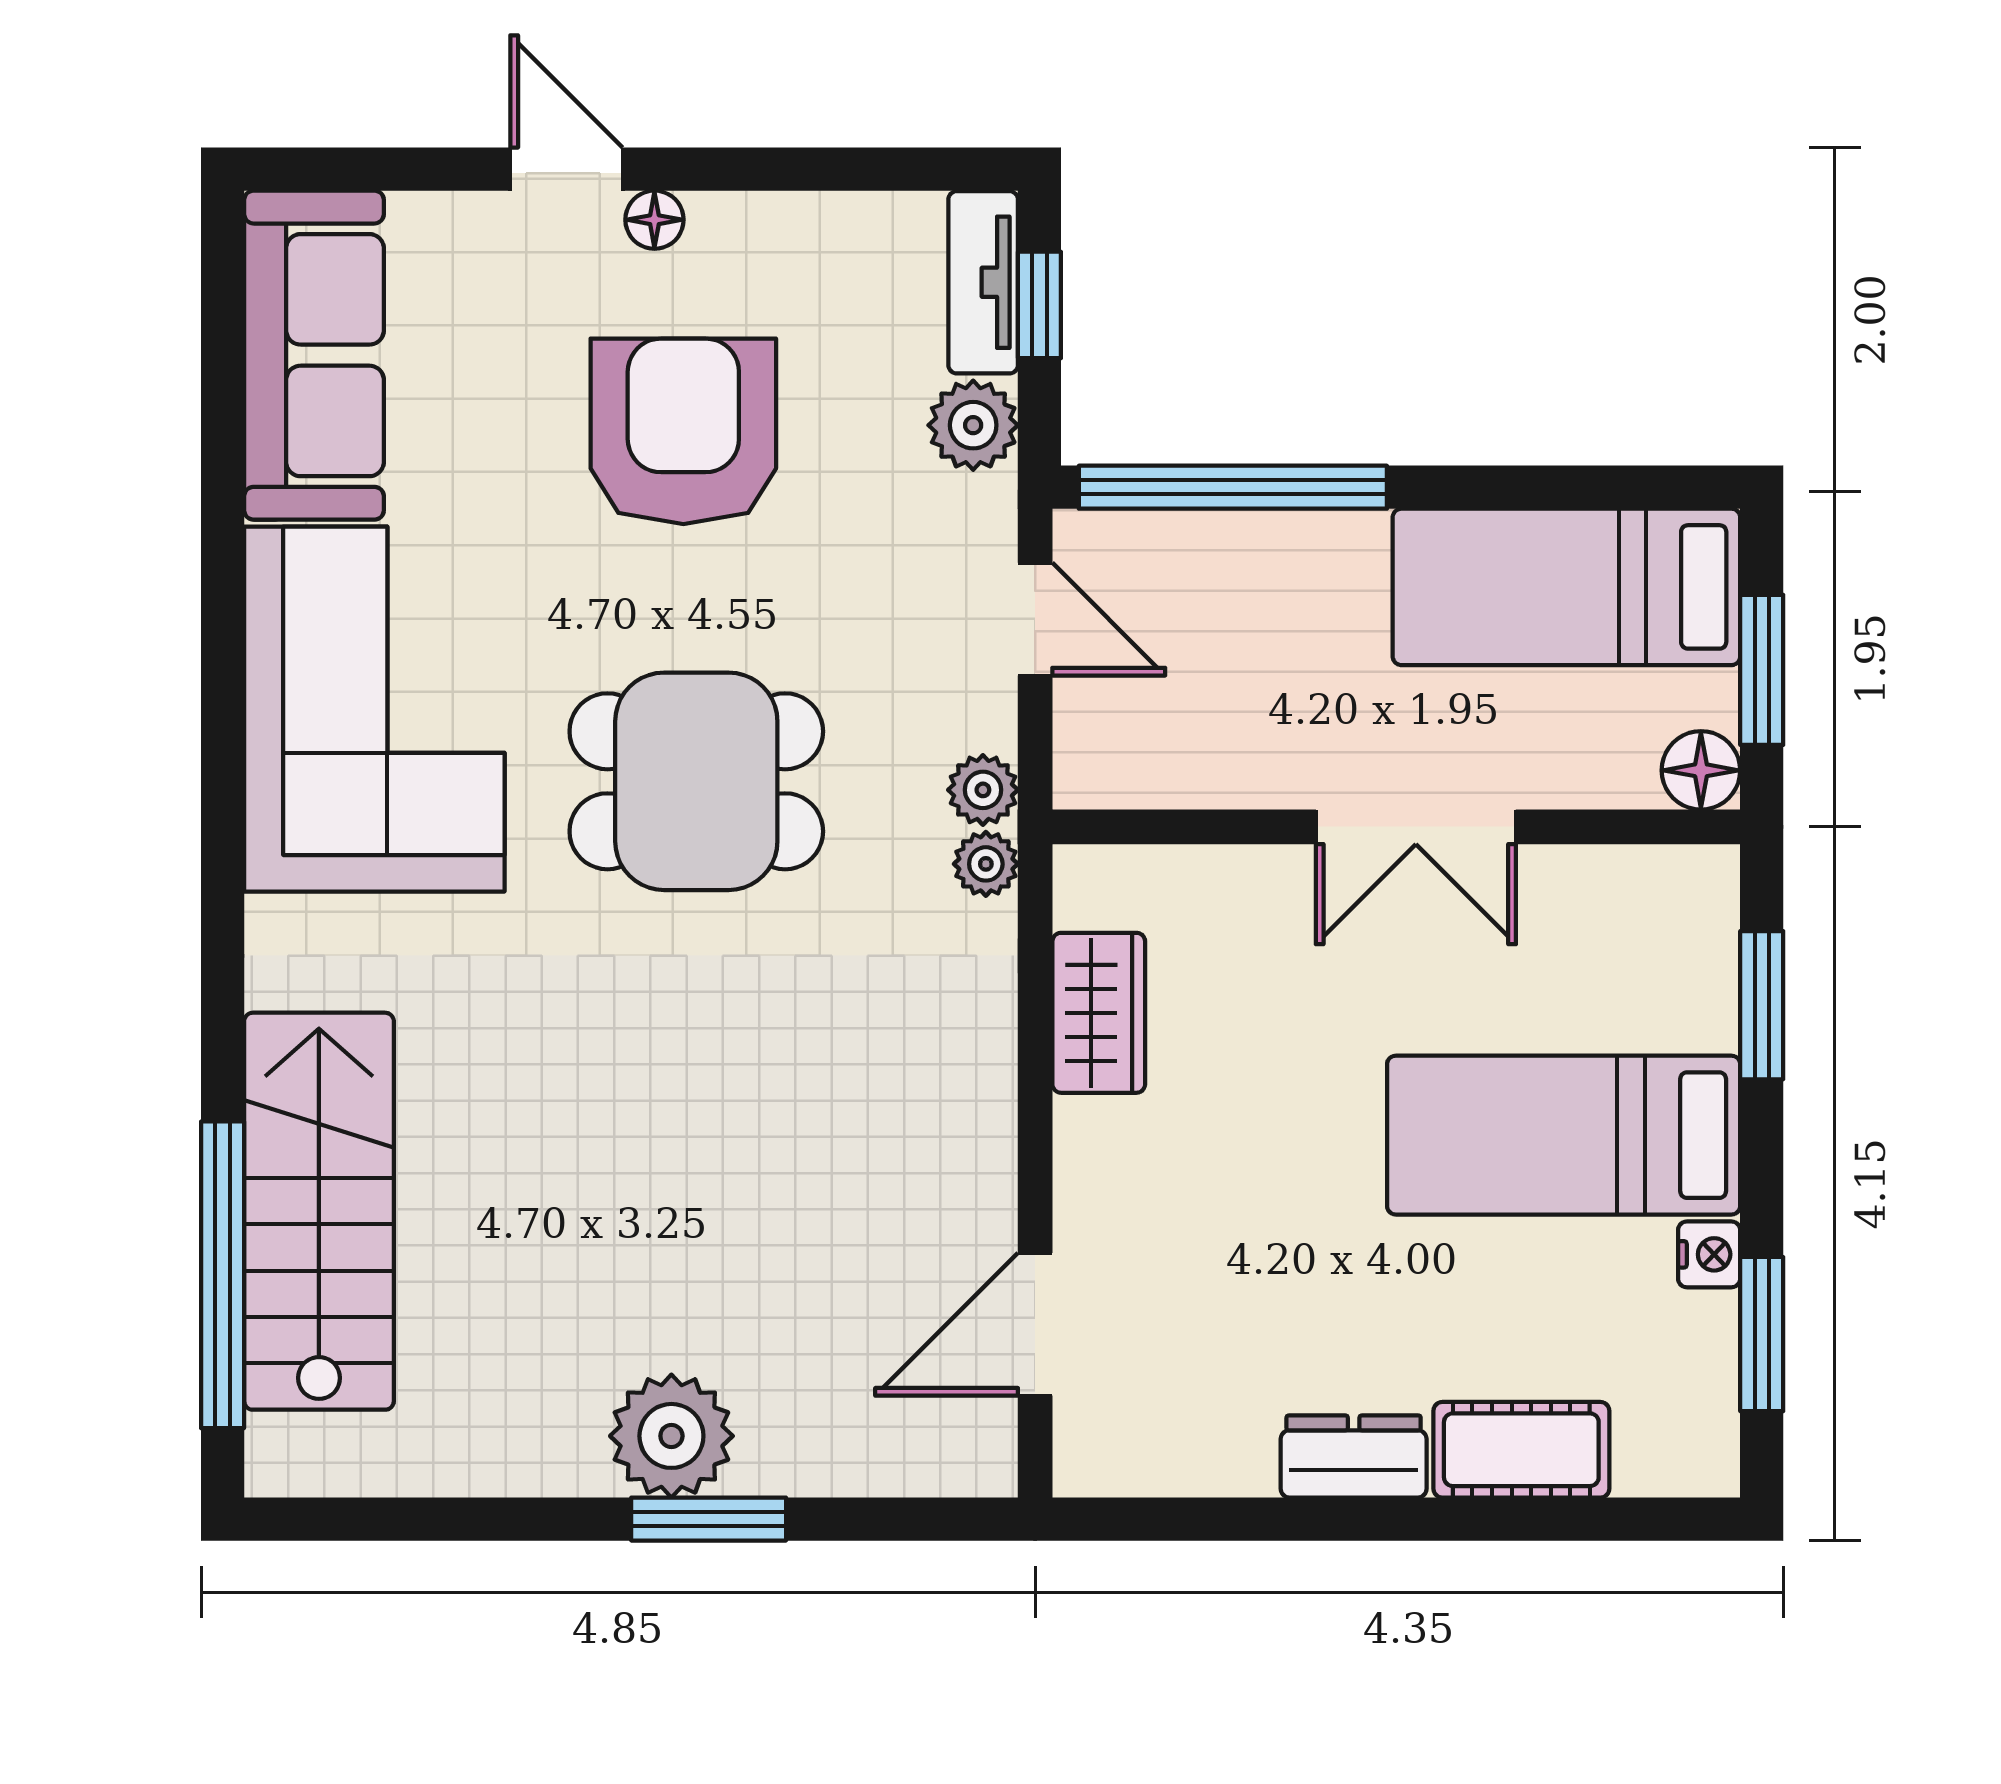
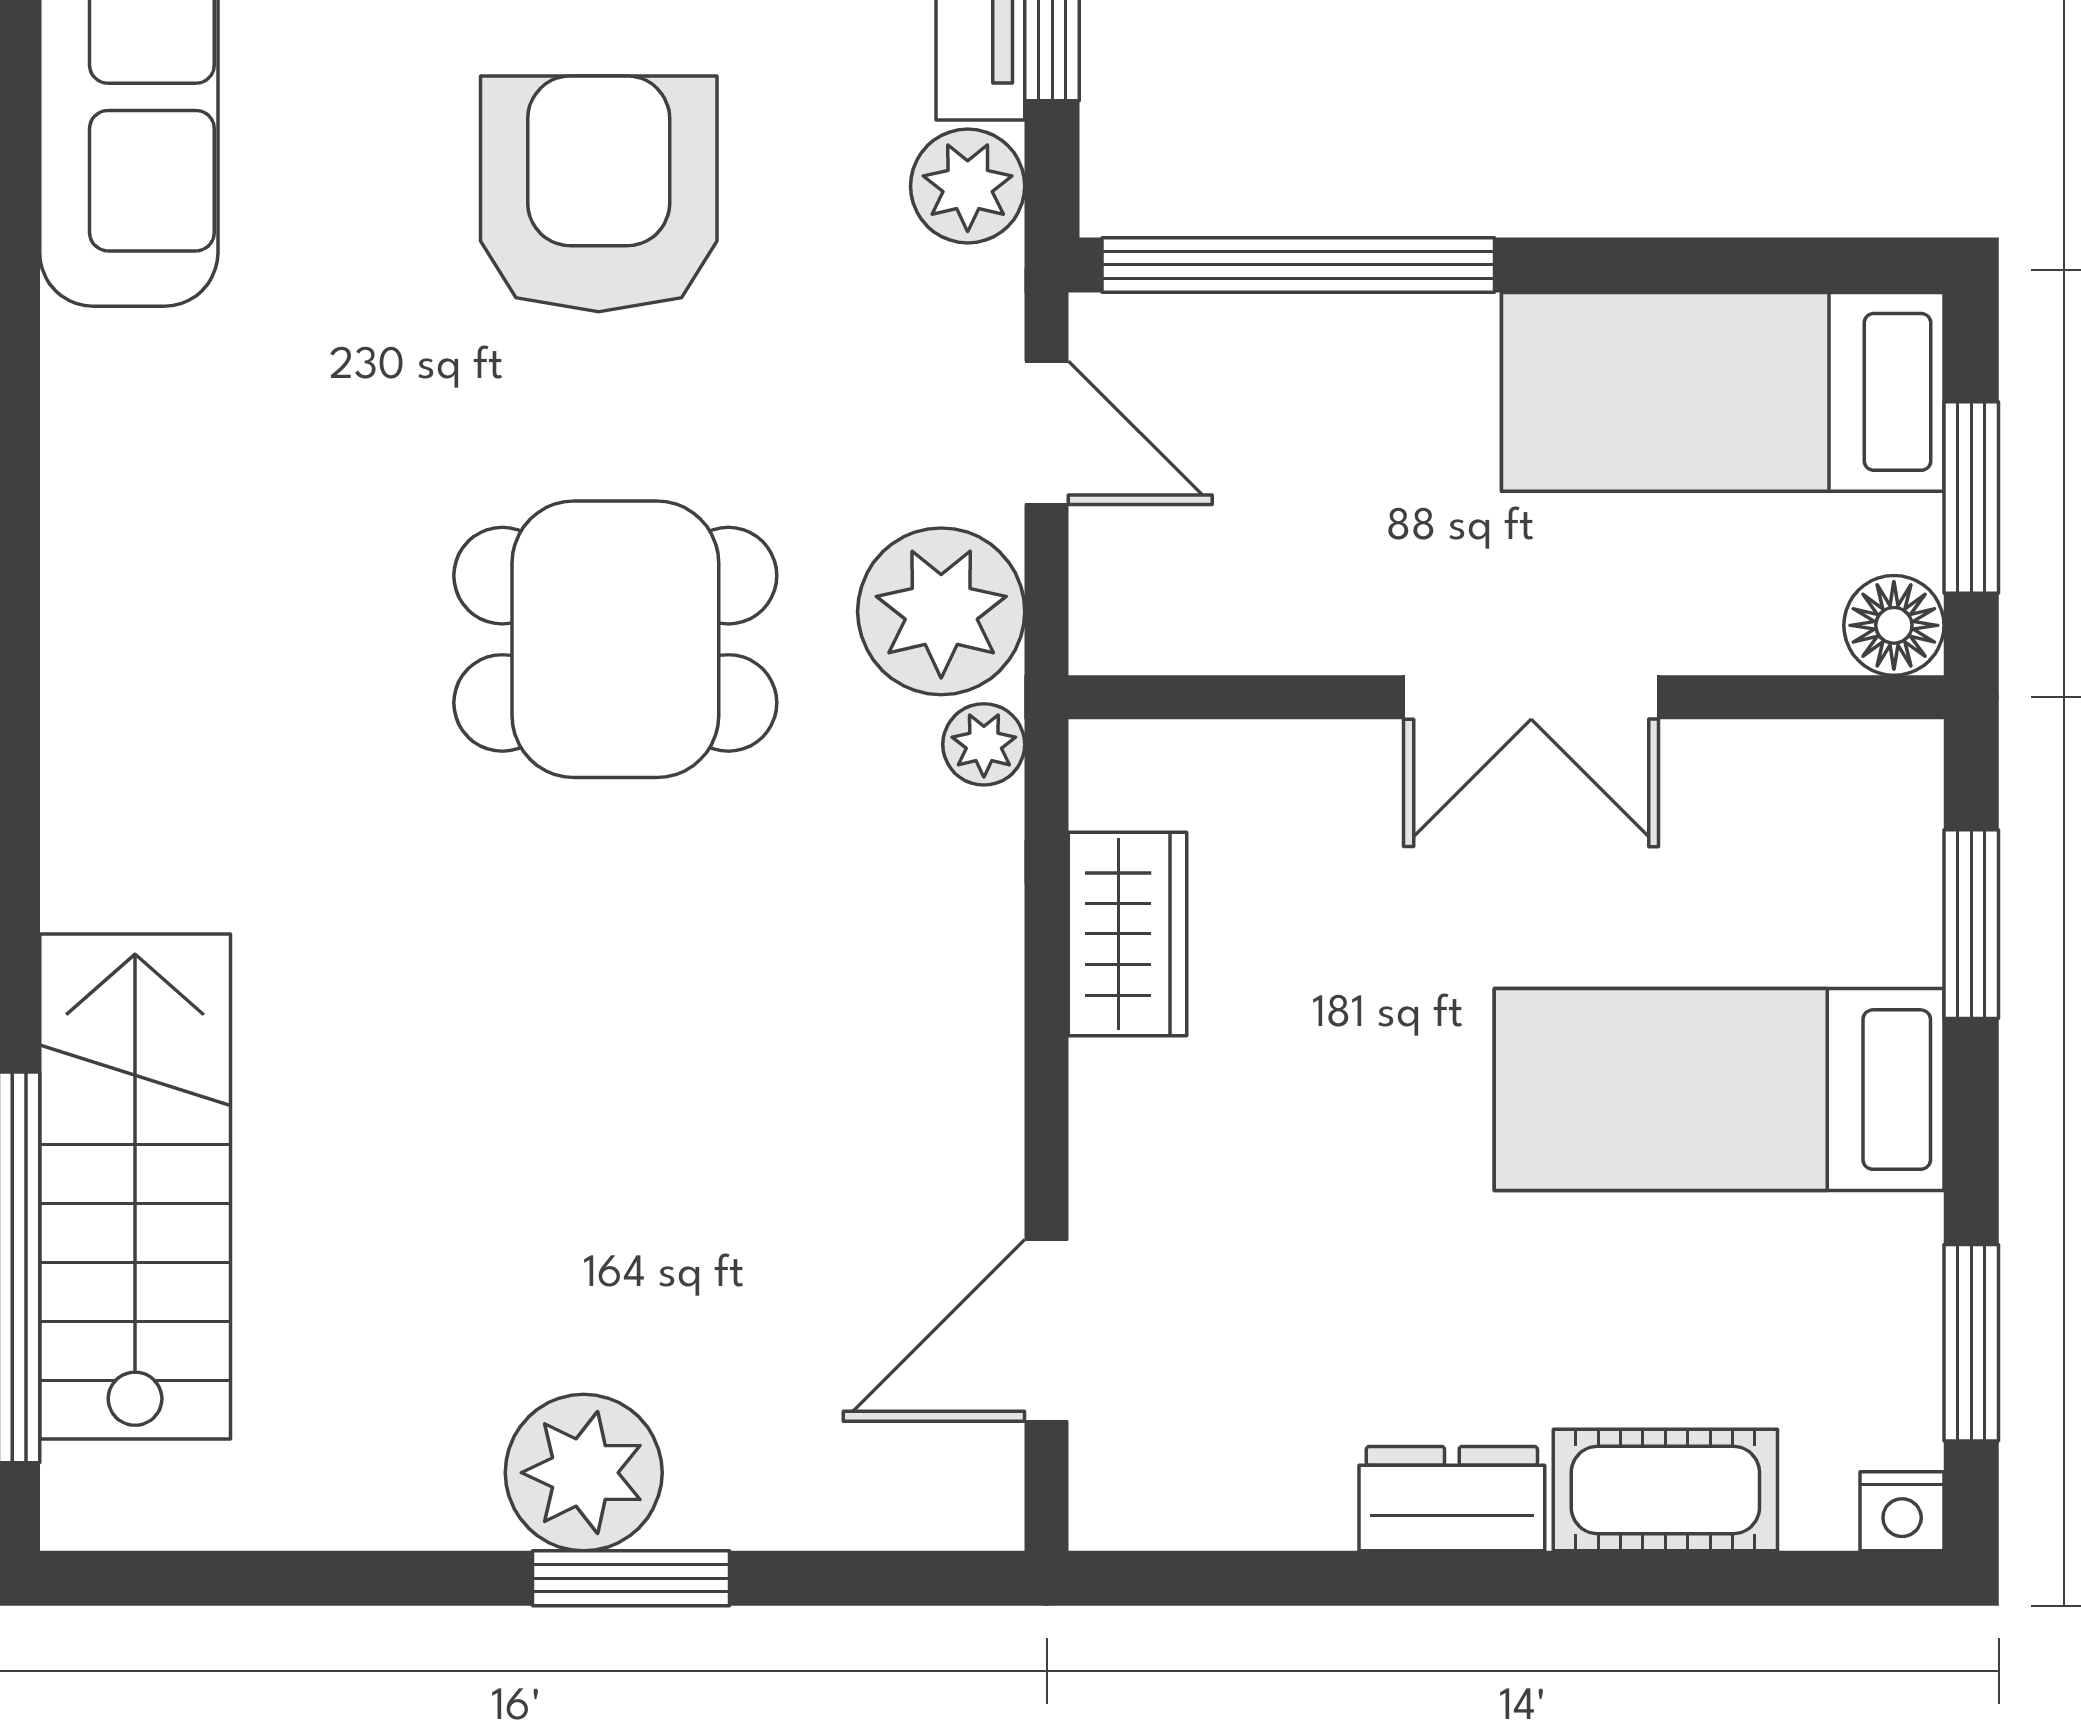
corner sofa: (374, 709) -> (206, 547), removed
plant: (983, 790) -> (941, 611), width x1.88, depth x1.88
nightstand: (1709, 1254) -> (1902, 1511), moved, turned 90

